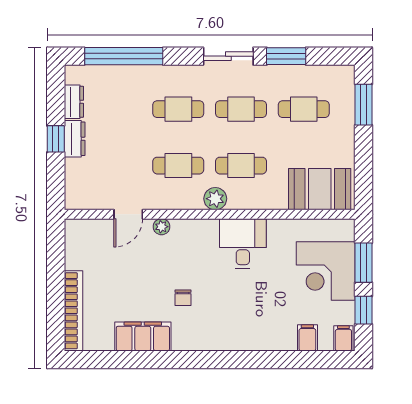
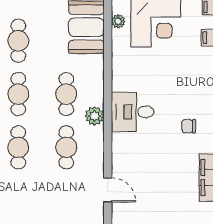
plant: (162, 227) -> (118, 21), moved
desk: (243, 244) -> (133, 112), moved
chair: (183, 298) -> (189, 126), moved, turned 180

